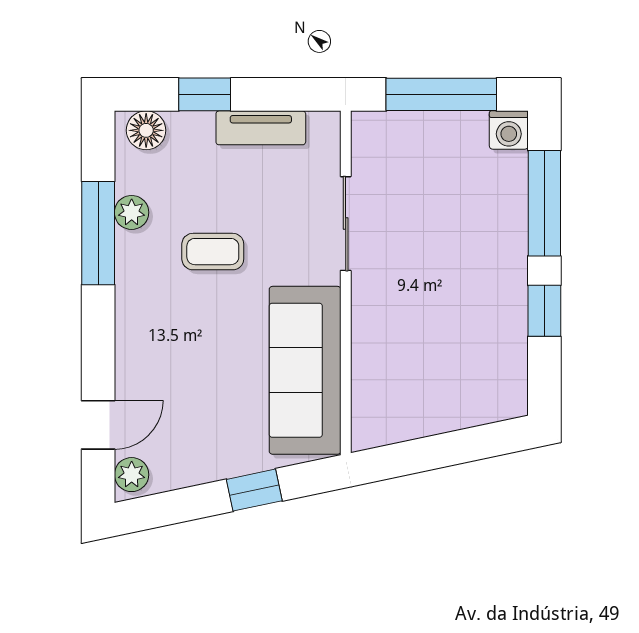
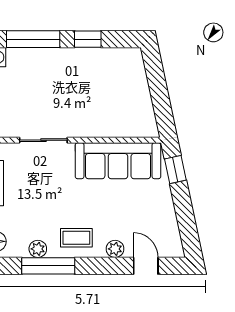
coffee table: (213, 252) -> (76, 238), moved, turned 90
plant: (132, 475) -> (115, 249), moved
window: (254, 490) -> (175, 170), moved

